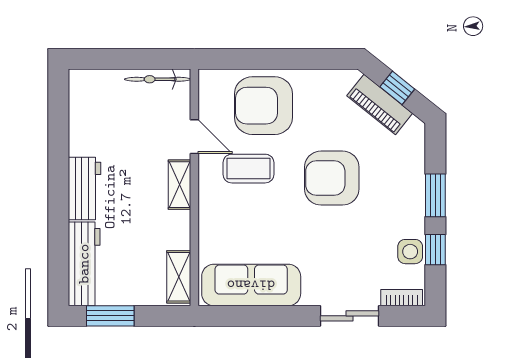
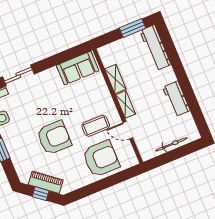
bicycle: (158, 79) -> (171, 144), moved
workbench: (84, 188) -> (176, 99), moved
shelving: (179, 277) -> (115, 79), moved
sofa: (251, 285) -> (78, 68), width x0.73

